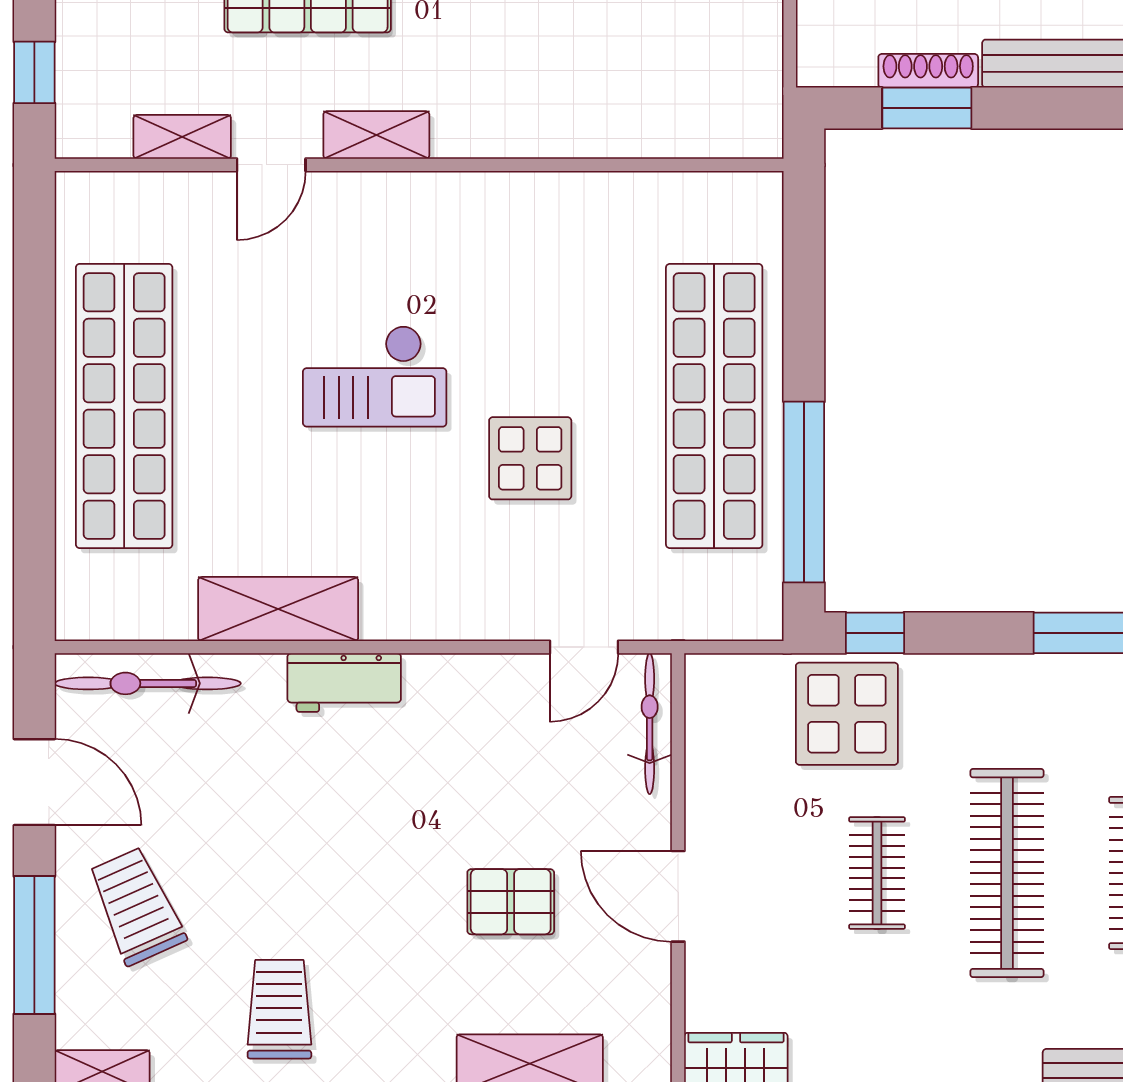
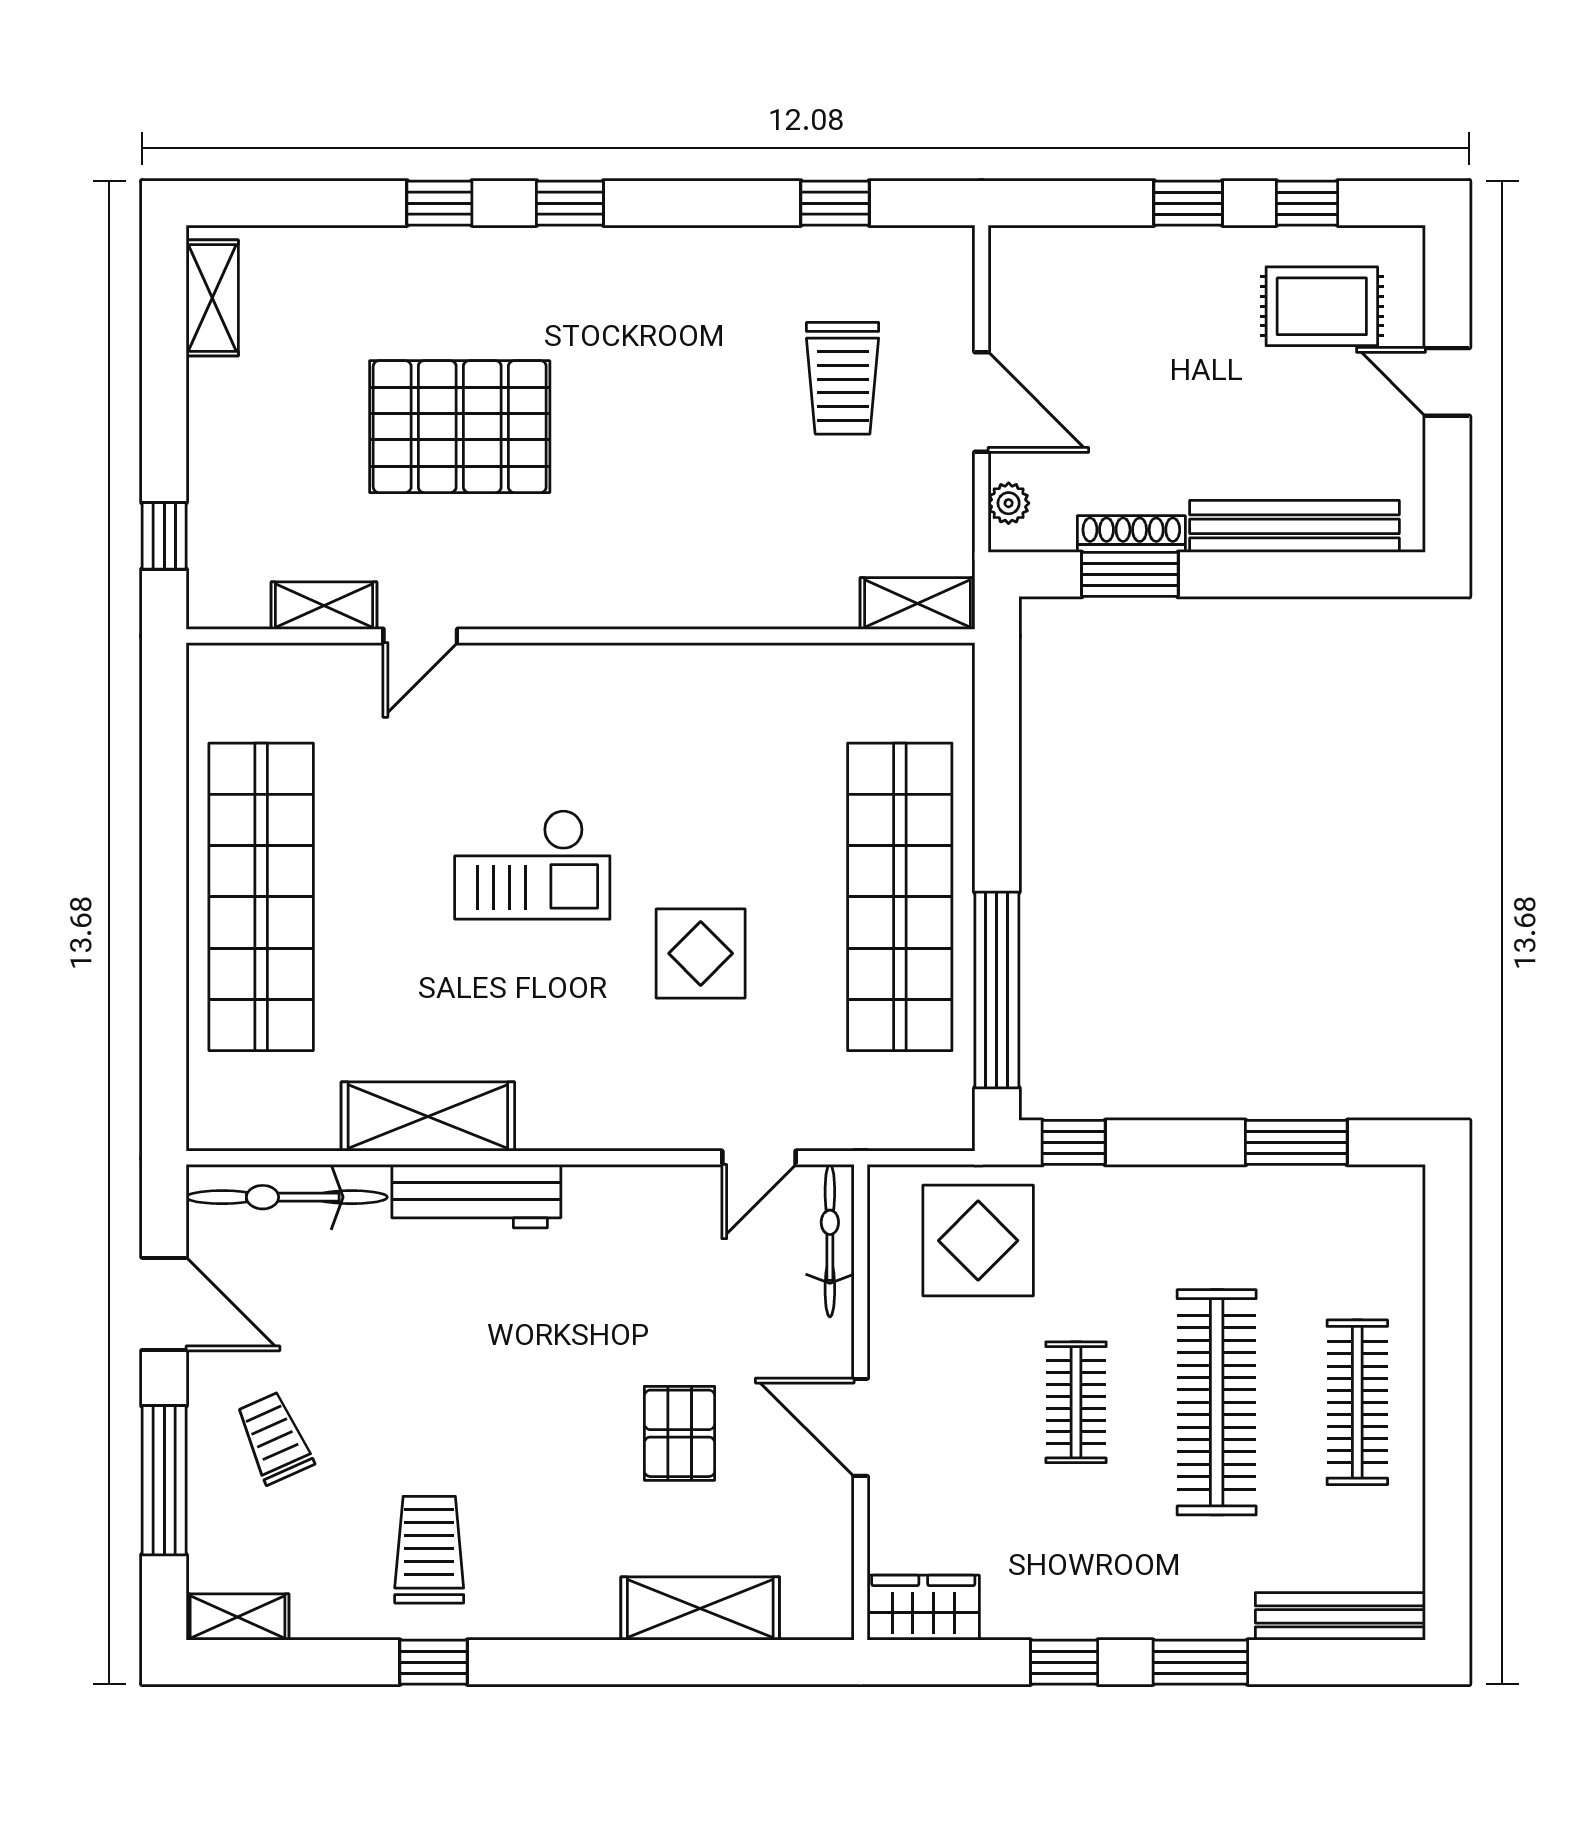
plant: (815, 42) -> (1009, 503), added
shelving: (376, 135) -> (918, 604), moved
workbench: (344, 683) -> (476, 1196), width x1.38
display table: (847, 714) -> (978, 1241), moved
pallet: (511, 902) -> (680, 1433), turned 90
trolley: (136, 906) -> (274, 1438), width x0.73, depth x0.72

